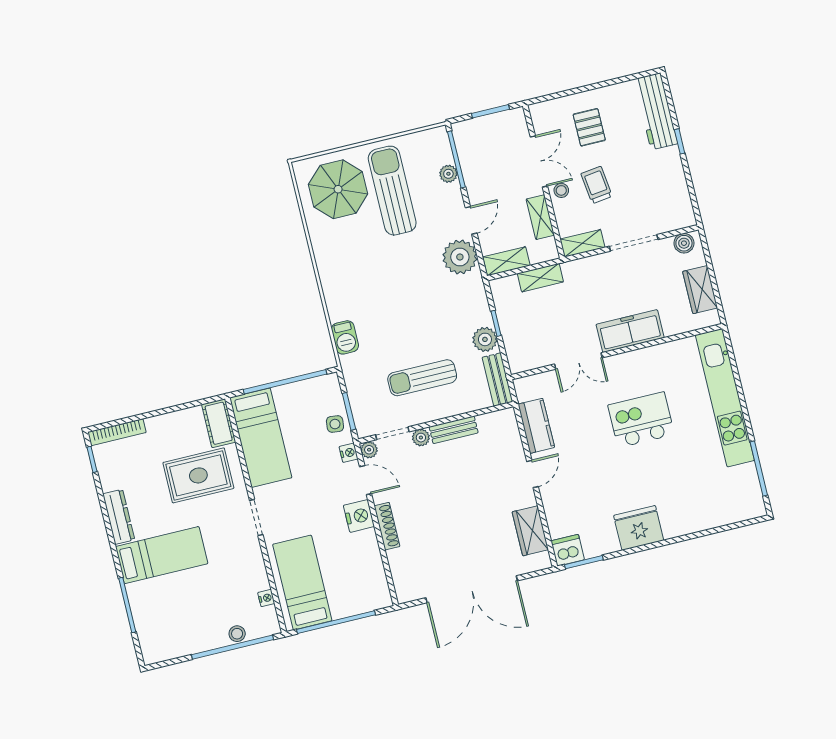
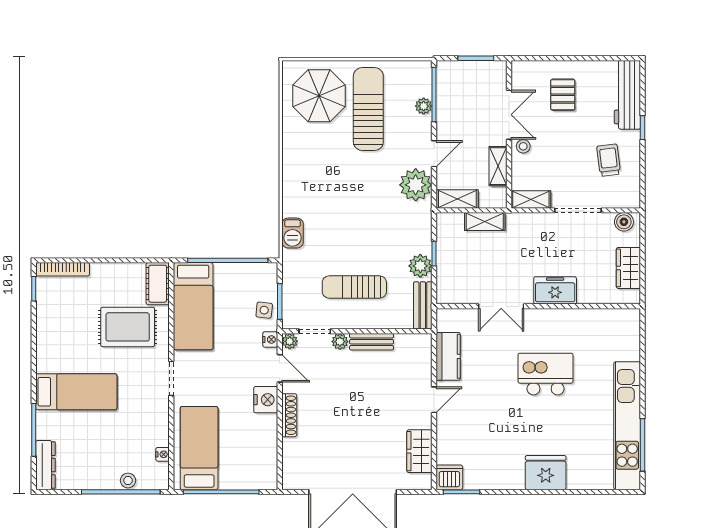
trolley: (597, 185) -> (609, 160), moved
freezer: (630, 331) -> (555, 290), width x0.71
kitchen unit: (725, 398) -> (627, 426), moved
dresser: (119, 517) -> (45, 465), moved
fridge: (639, 528) -> (546, 473), moved

